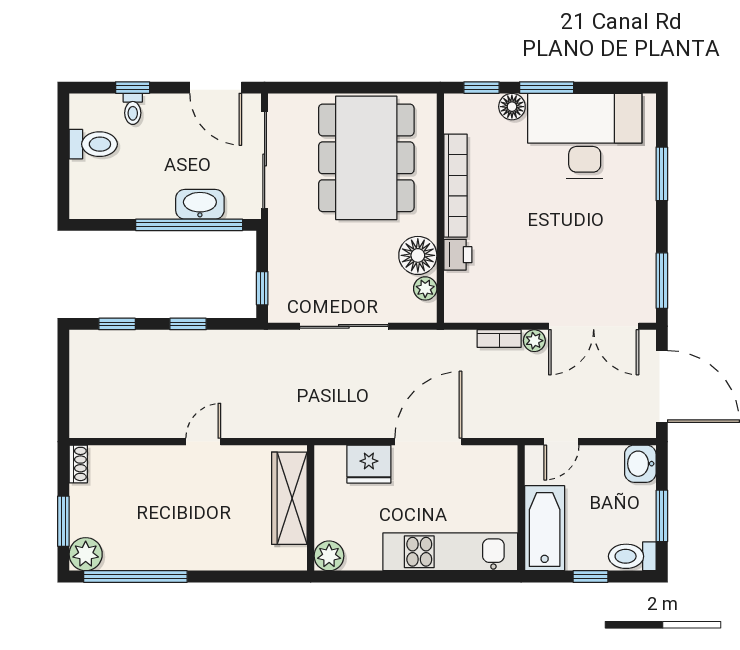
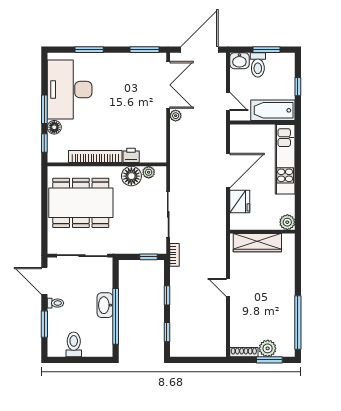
window: (133, 88) -> (44, 324), width x1.50
door: (216, 88) -> (44, 281), swing flipped
toilet: (133, 109) -> (55, 303), moved
washbasin: (200, 204) -> (105, 305), moved
window: (189, 225) -> (116, 316), moved
bookcase: (499, 339) -> (175, 255), moved
door: (428, 442) -> (228, 171), swing flipped
shoe rack: (78, 464) -> (244, 352), width x1.43
plant: (86, 554) -> (268, 348), moved
toilet: (632, 556) -> (258, 65), moved

